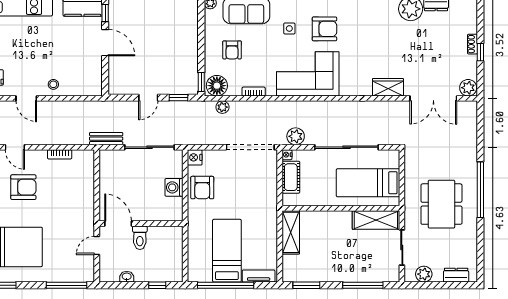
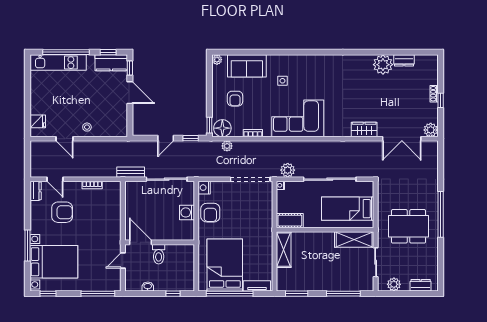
armchair: (324, 29) -> (312, 81), removed
cot: (291, 177) -> (290, 221), moved, turned 90
dining table: (441, 204) -> (408, 226), turned 90
bed: (227, 251) -> (225, 265), width x1.50

